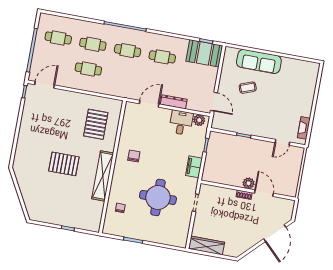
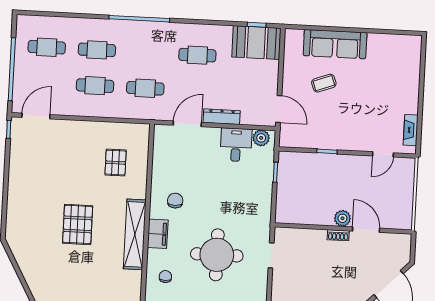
cafe table: (128, 51) -> (145, 88), moved
pallet: (96, 124) -> (116, 163), width x0.67, depth x0.71
pallet: (64, 164) -> (78, 224), turned 90
filing cabinet: (194, 167) -> (158, 234), moved, turned 180

